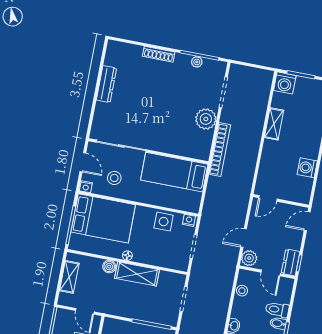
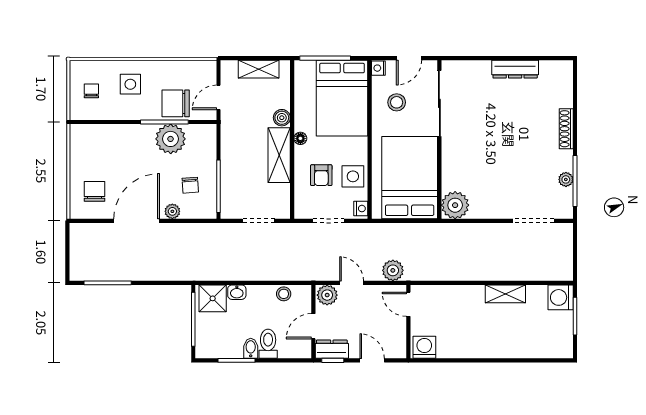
plant: (206, 119) -> (455, 205), moved
bookcase: (220, 150) -> (459, 231), removed
washing machine: (307, 168) -> (424, 347), moved
bed: (174, 172) -> (410, 178), width x1.50
plant: (240, 205) -> (393, 270), added
door: (307, 221) -> (372, 360), moved
armchair: (158, 245) -> (321, 175), added

